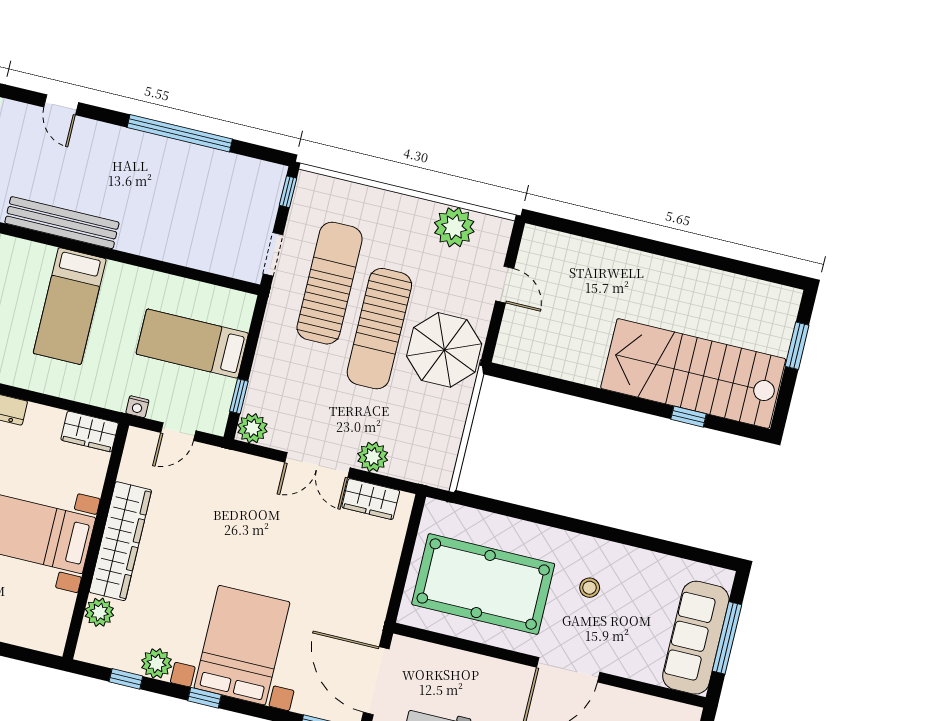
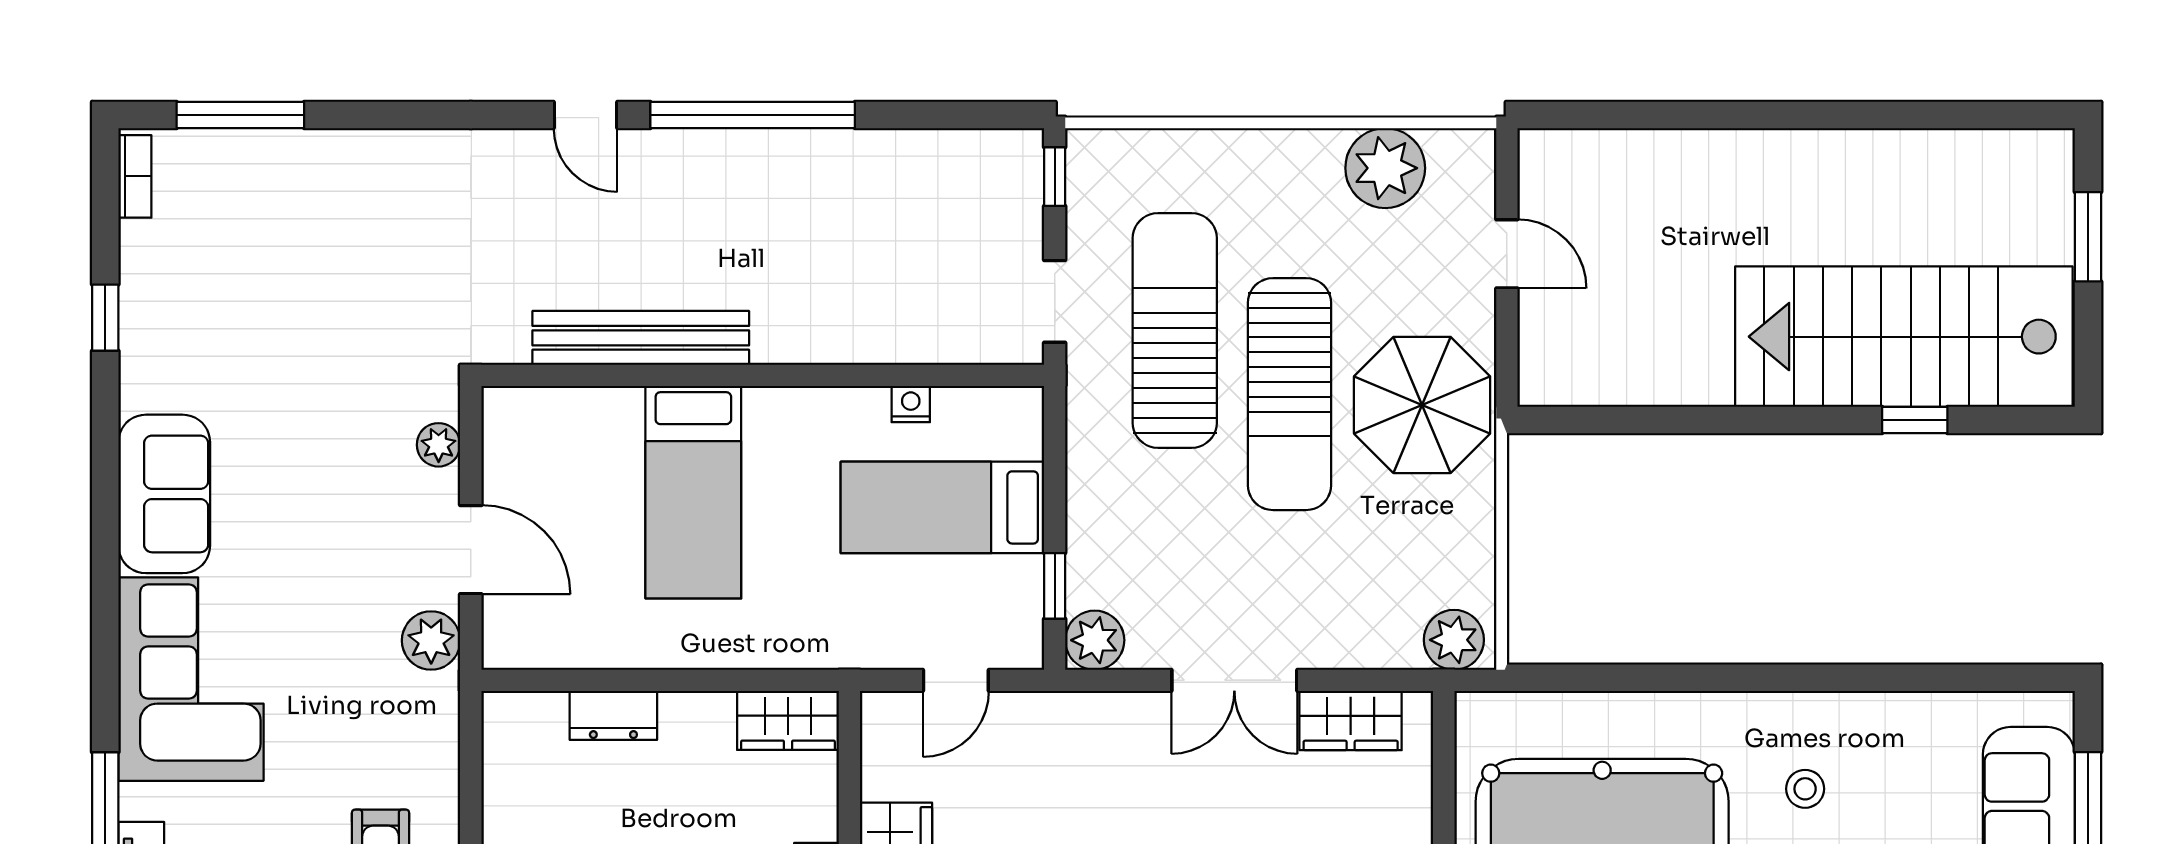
window: (180, 133) -> (753, 115), moved
nightstand: (137, 407) -> (911, 404), moved, turned 180
plant: (373, 457) -> (1454, 640), moved

